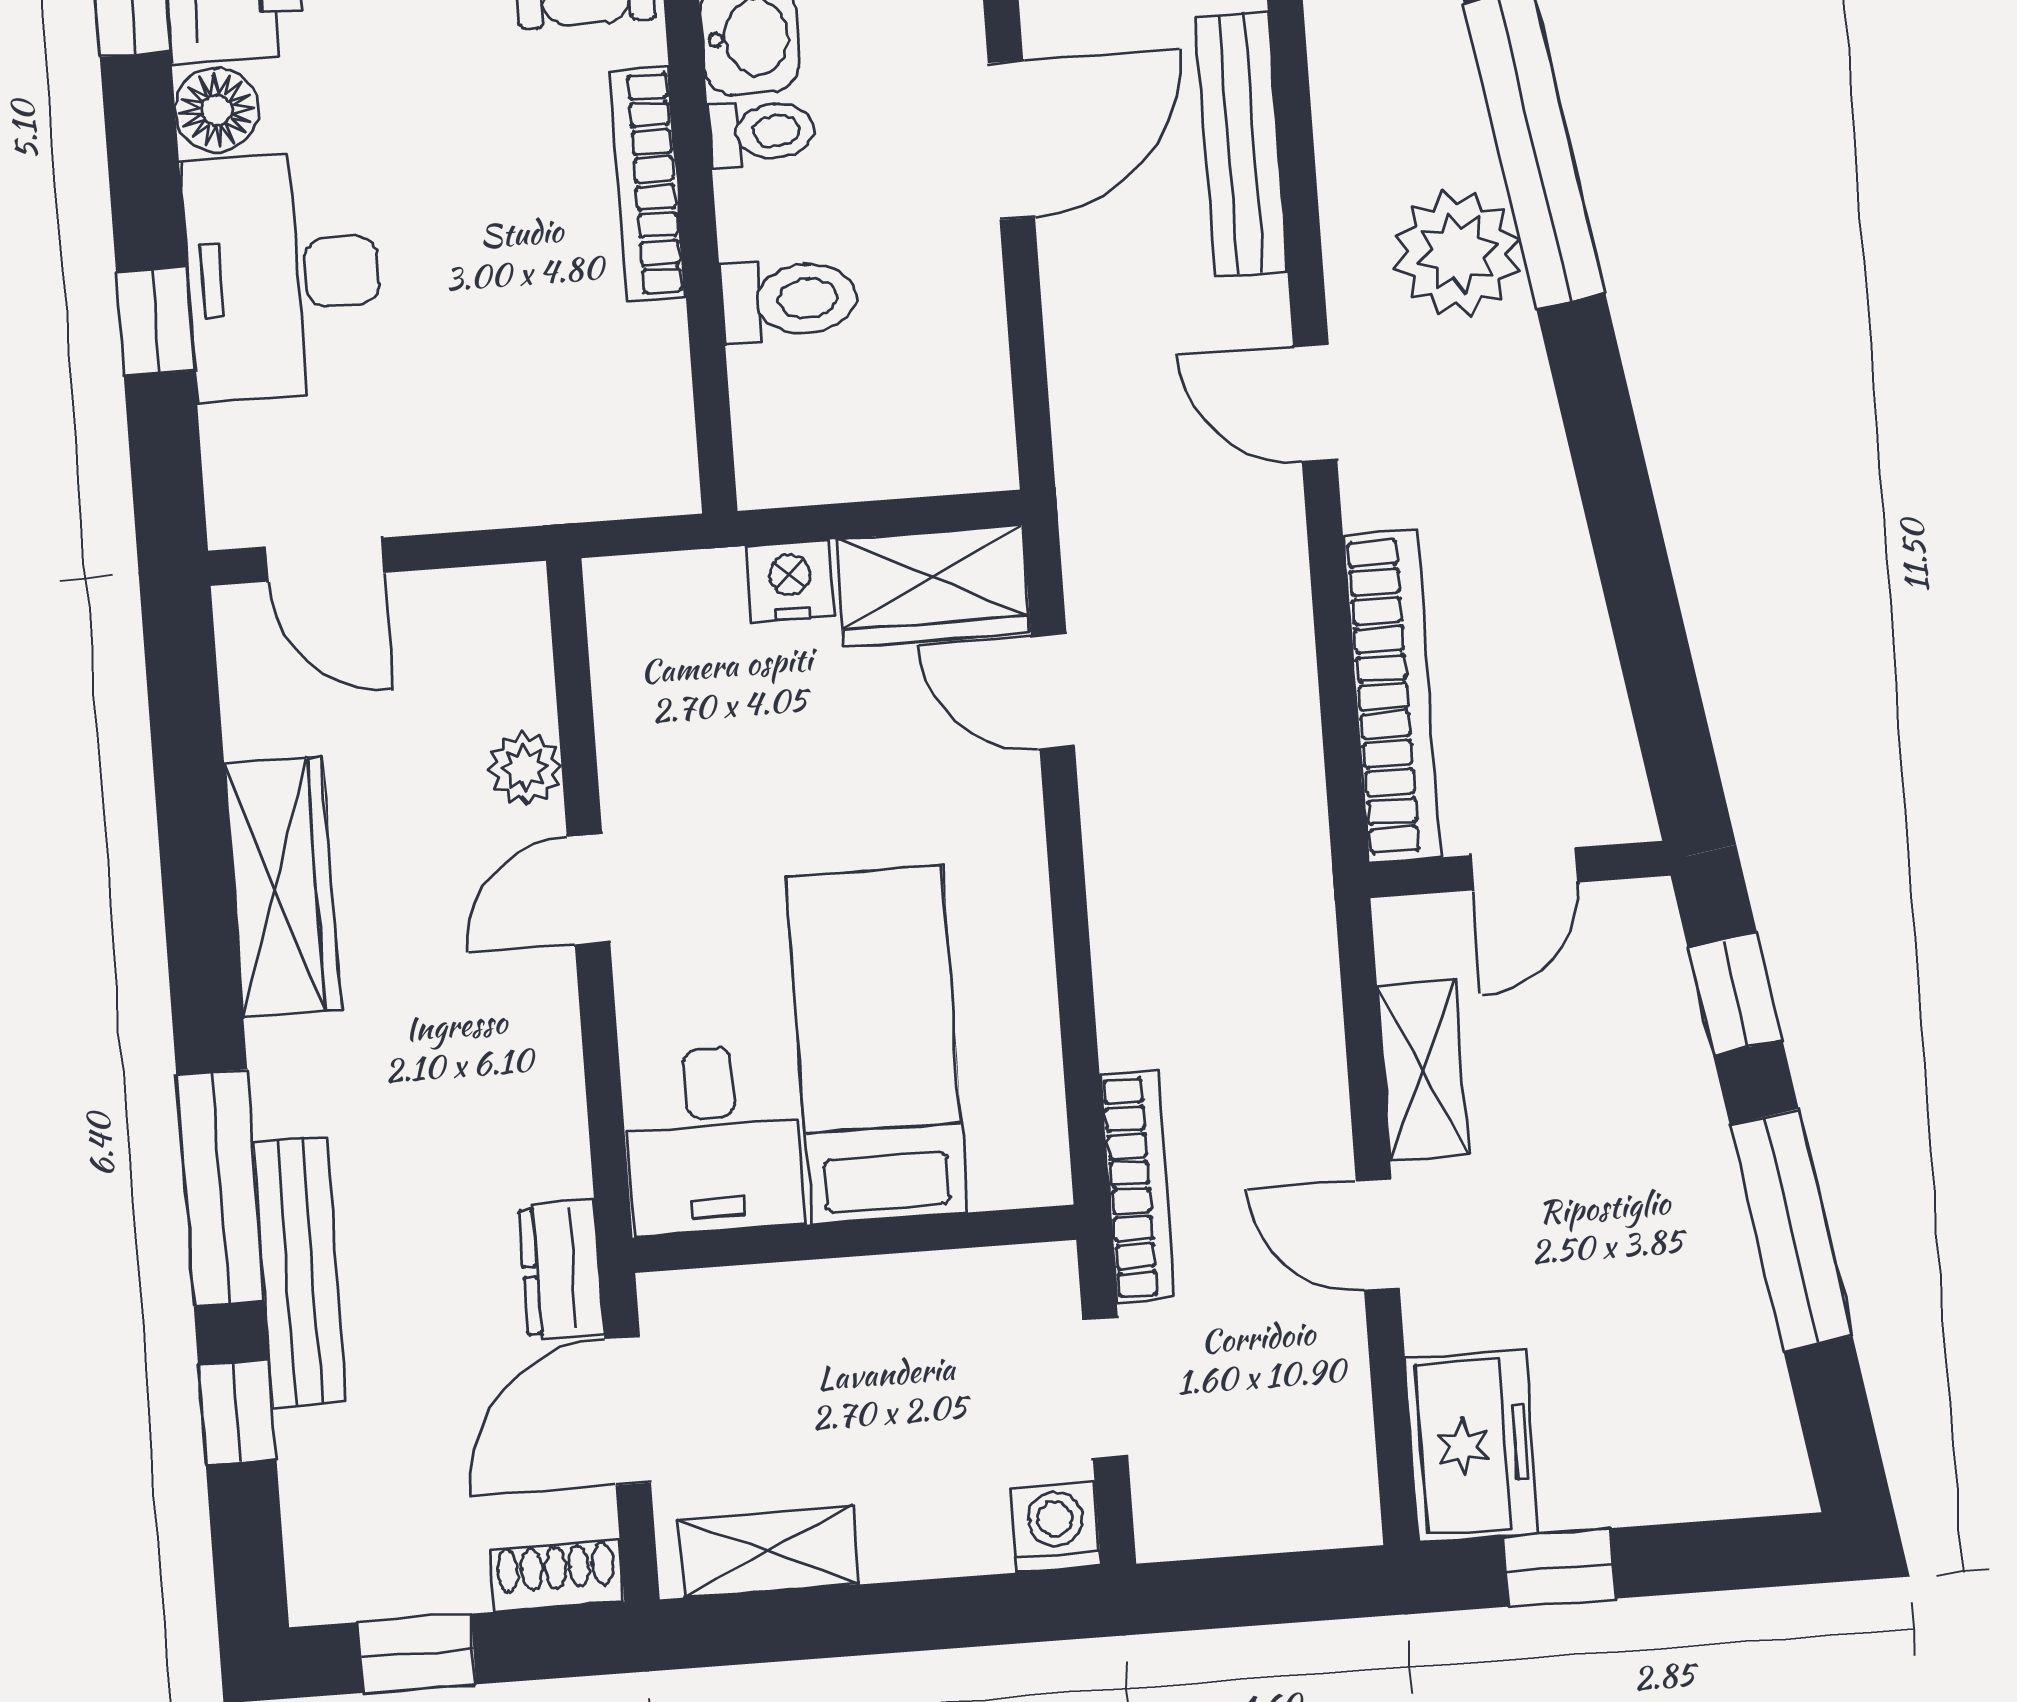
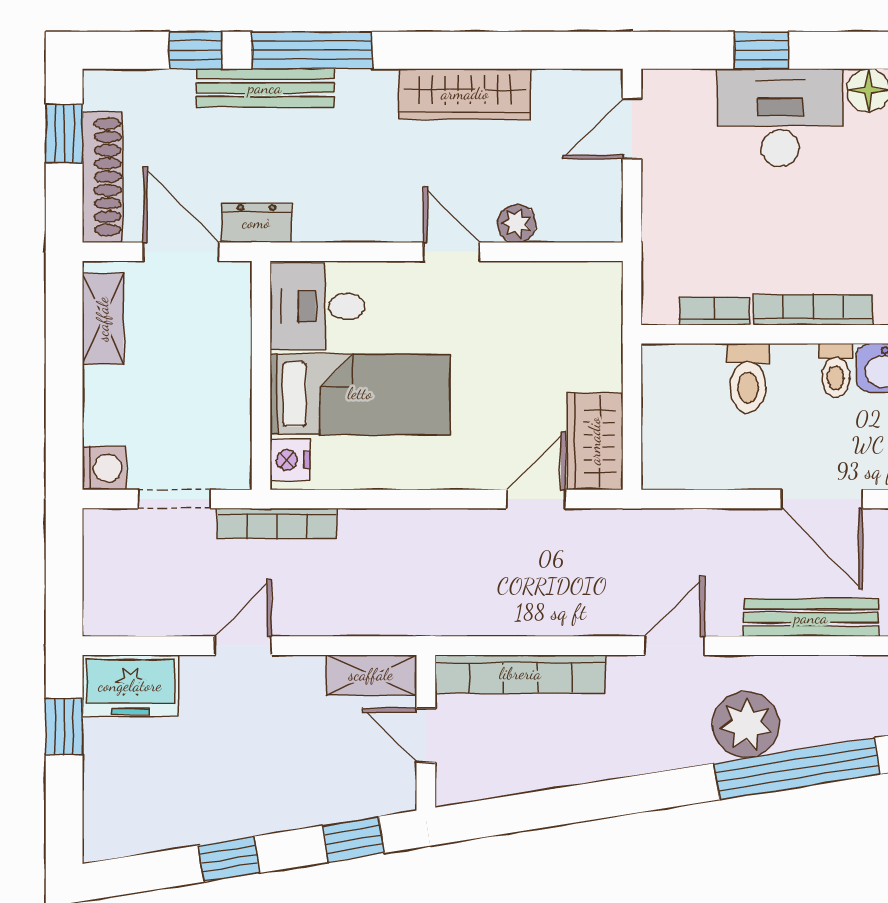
bookcase: (665, 374) -> (715, 311), added
nightstand: (790, 581) -> (290, 460), moved, turned 180
shelving: (1423, 1070) -> (371, 675), moved
window: (1791, 1230) -> (229, 859), width x0.46
shoe rack: (556, 1576) -> (103, 177), width x1.94, depth x1.24

